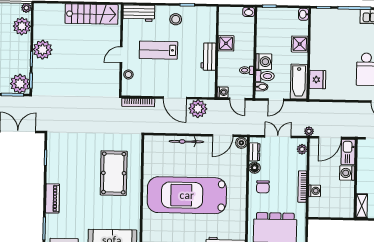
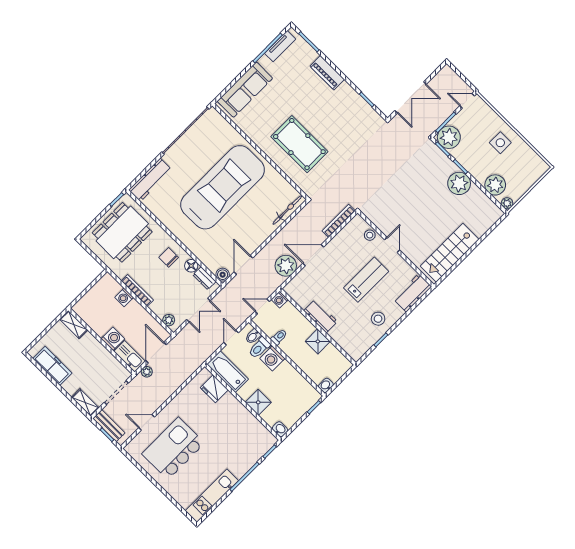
plant: (309, 131) -> (147, 372), moved
bicycle: (186, 142) -> (287, 210), moved

